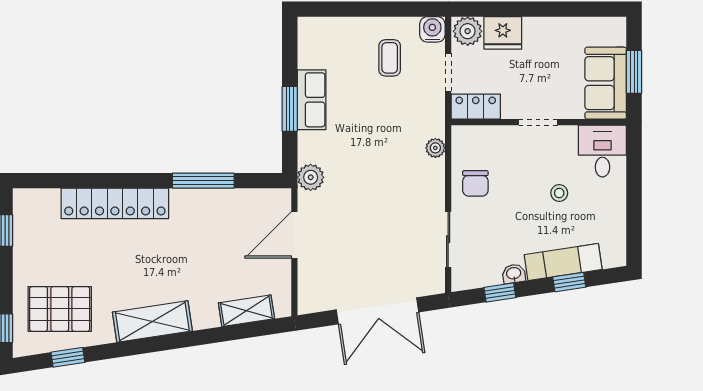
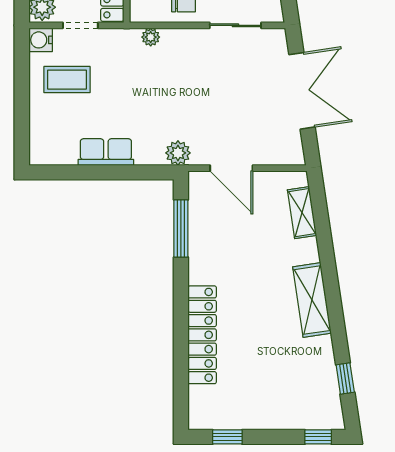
coffee table: (390, 58) -> (67, 80), width x1.36, depth x1.30
window: (290, 109) -> (114, 172), removed
window: (203, 181) -> (181, 228), moved
pallet: (60, 309) -> (300, 386), removed

